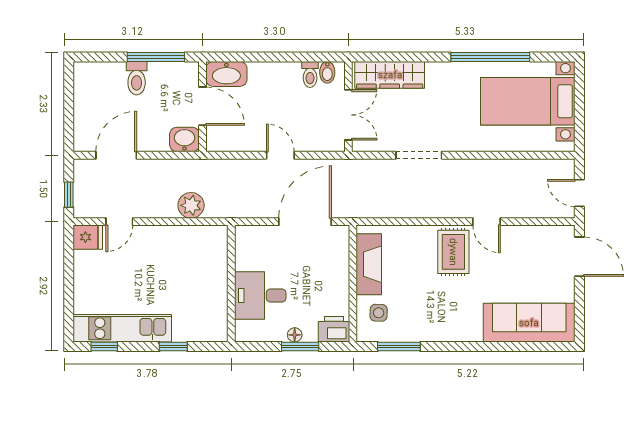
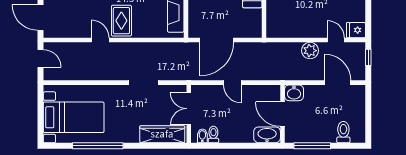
toilet: (137, 78) -> (343, 132), moved
door: (116, 155) -> (338, 83), swing flipped
plant: (191, 205) -> (310, 51), moved
door: (119, 222) -> (336, 40), hinge flipped

